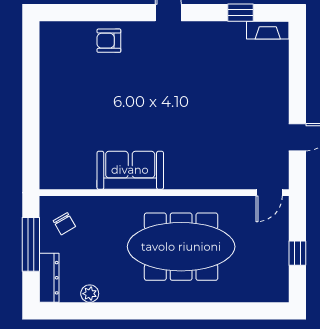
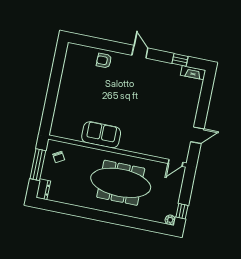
window: (297, 253) -> (182, 211), moved
dresser: (49, 278) -> (43, 189), width x0.70
plant: (90, 294) -> (170, 220), moved

